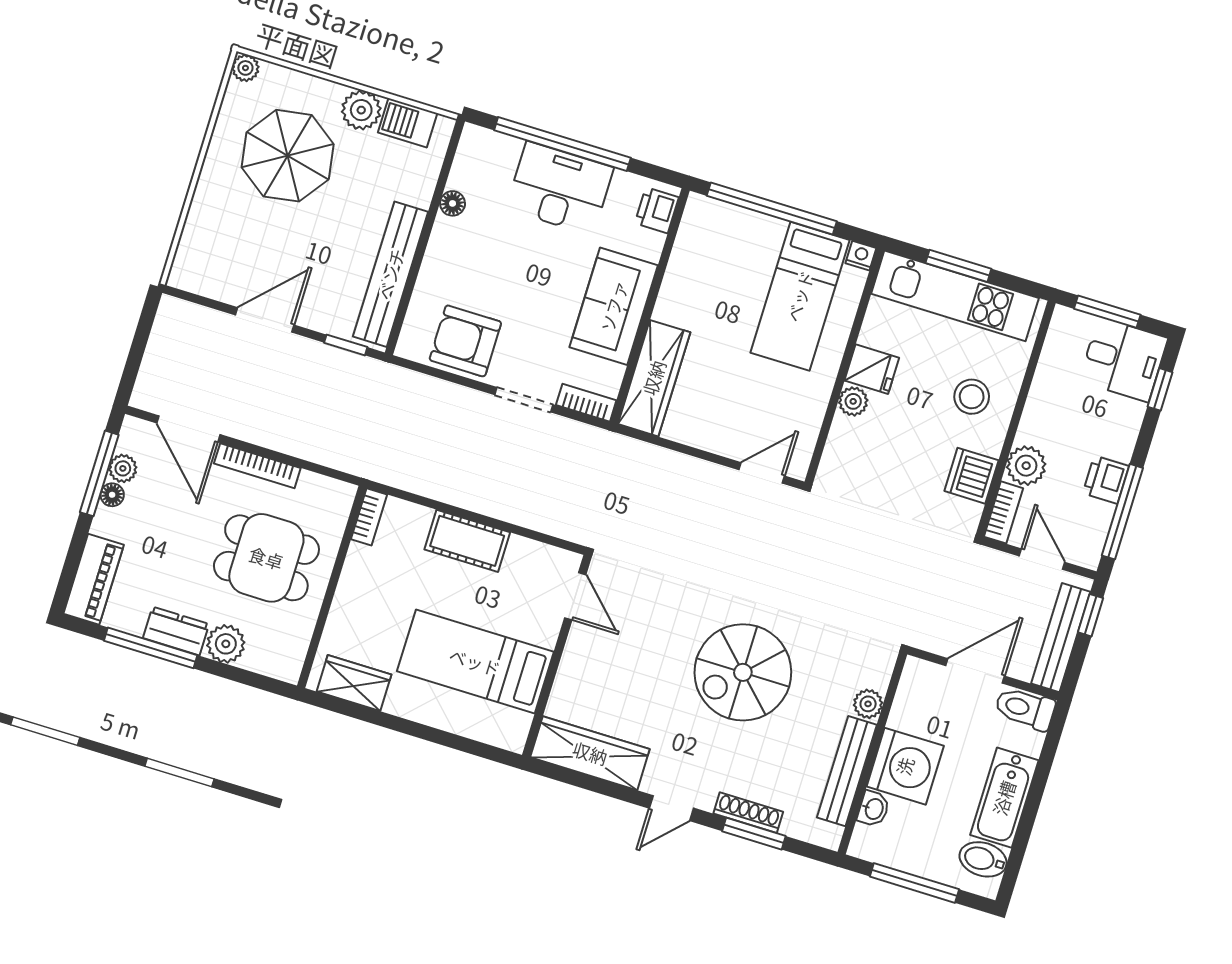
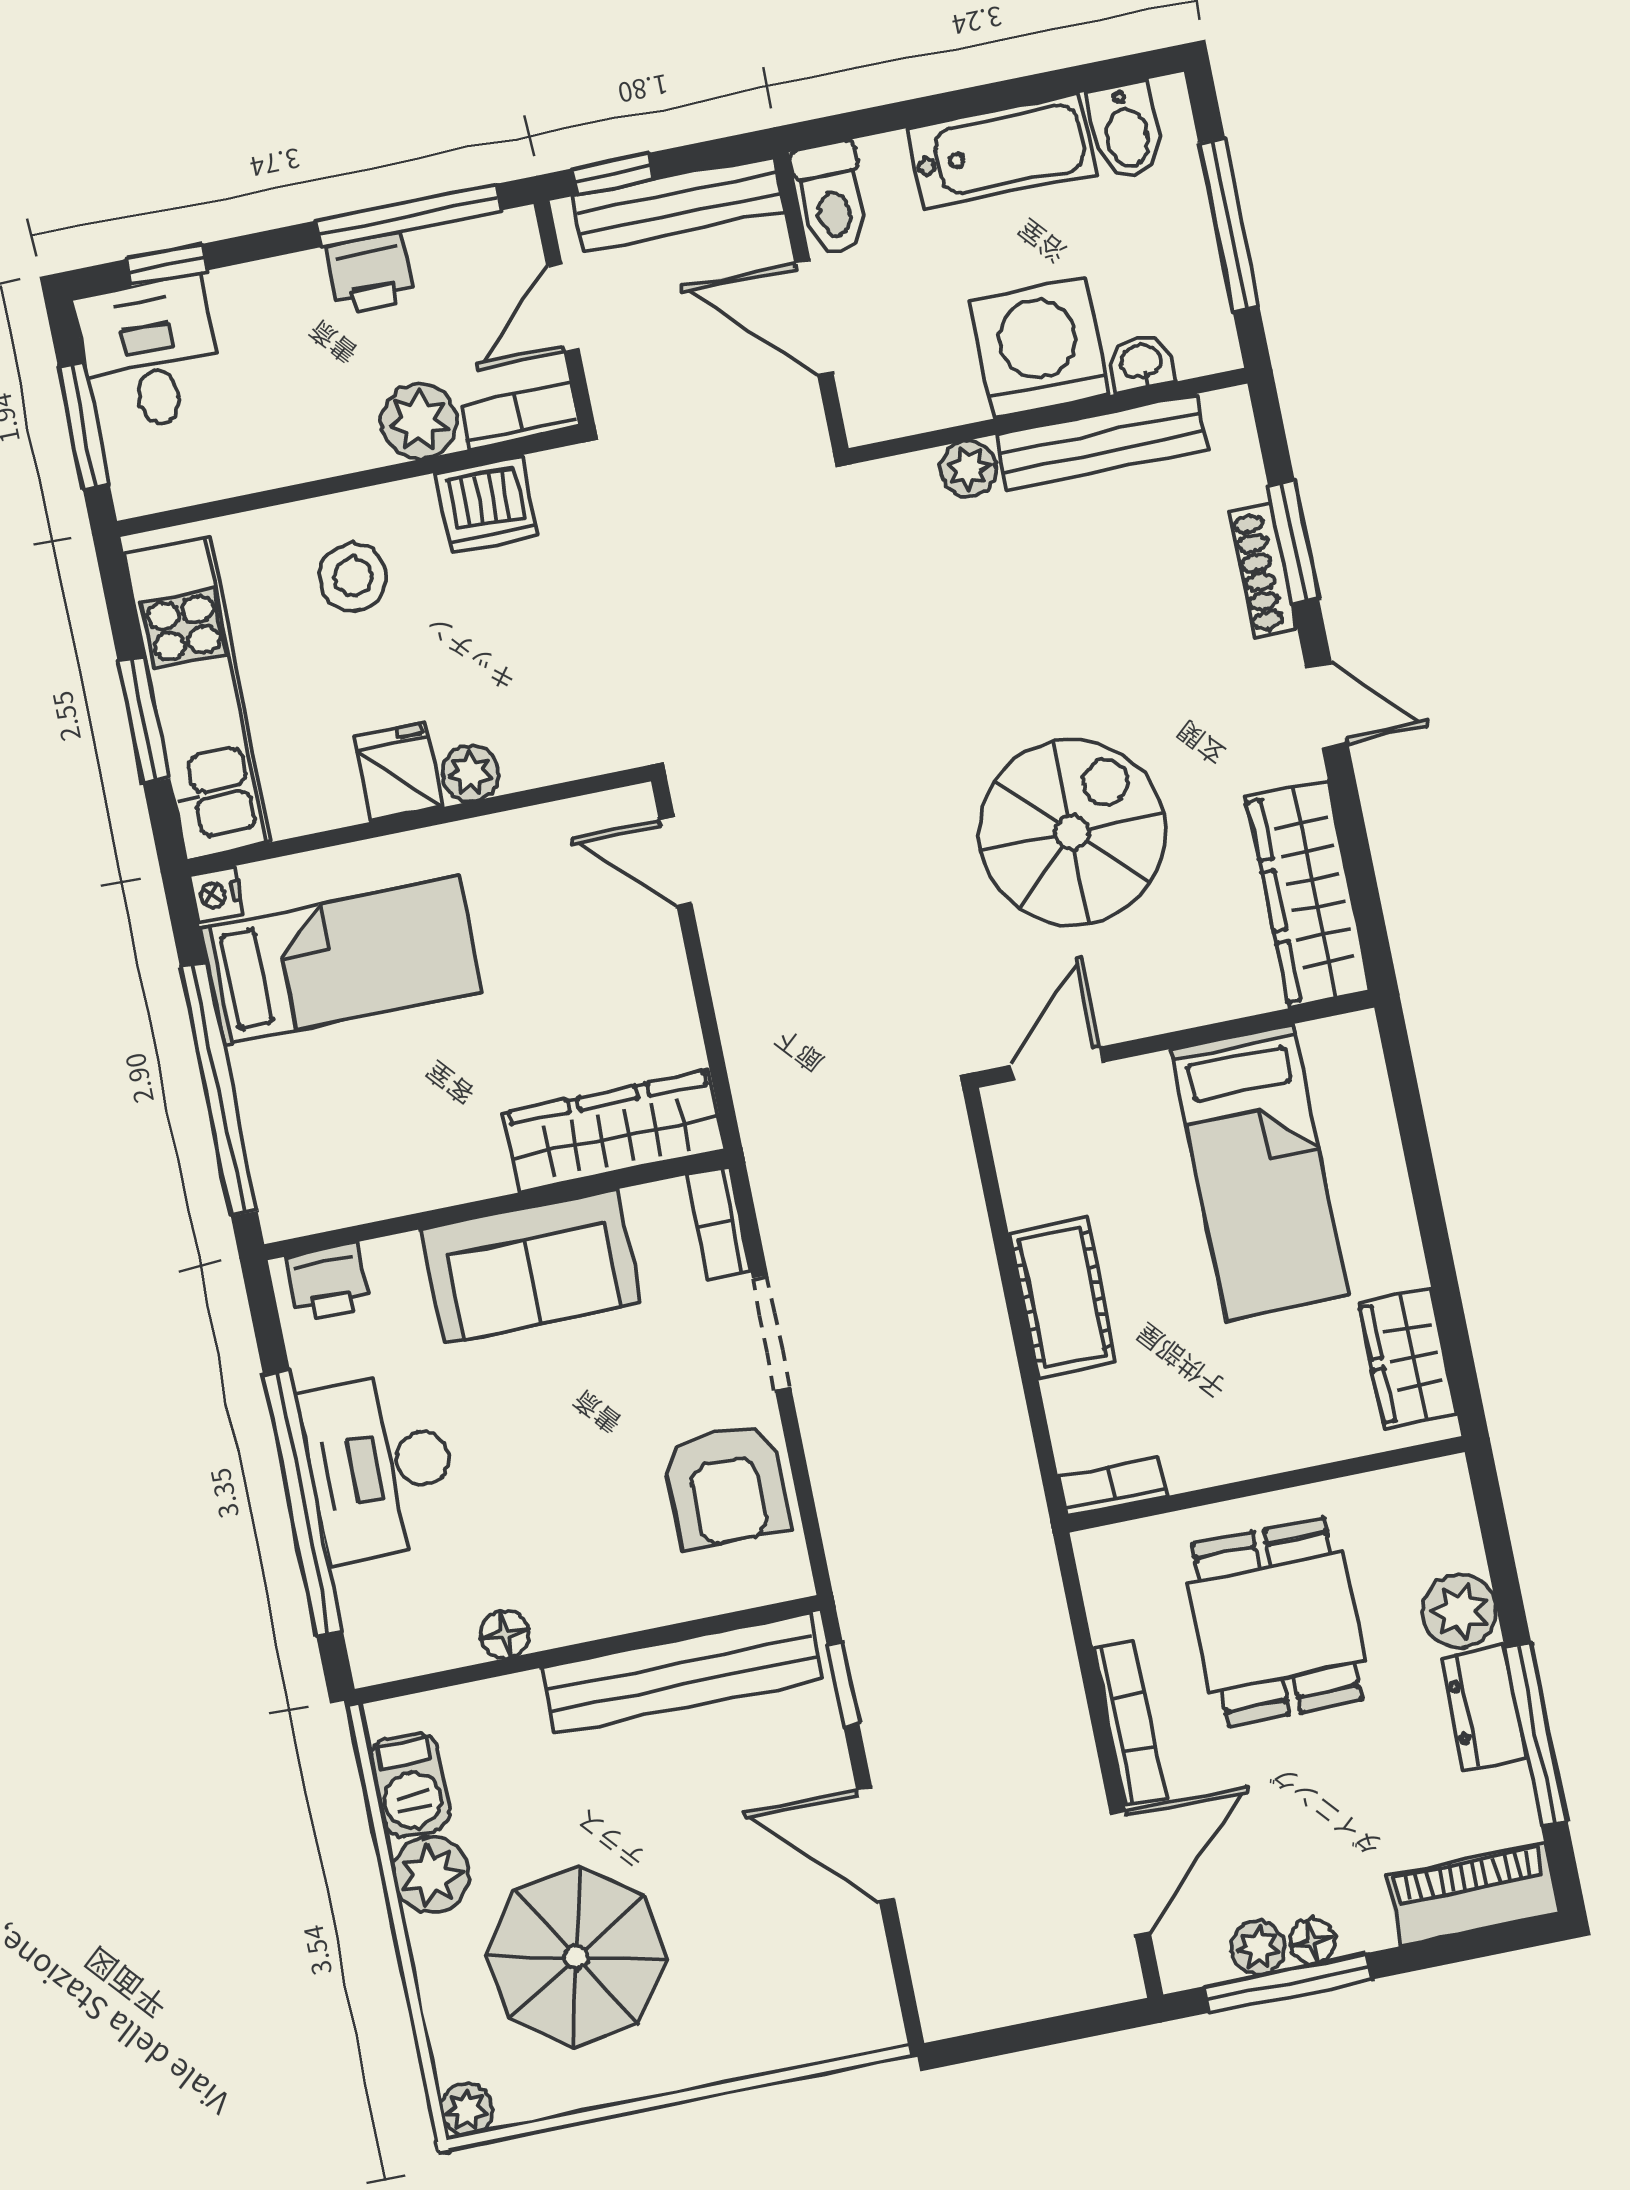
spiral stairs: (743, 672) -> (1072, 832), moved, turned -90

